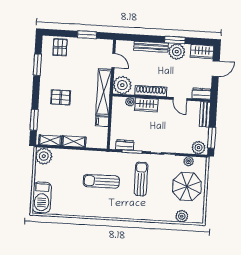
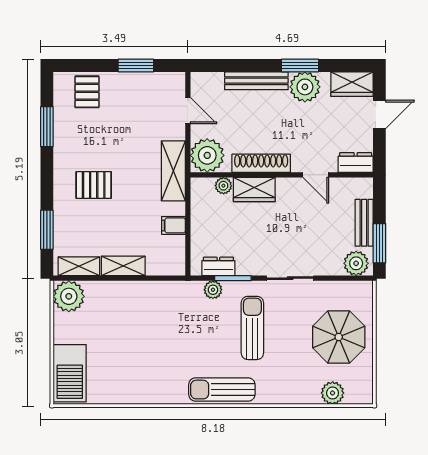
shelving: (104, 92) -> (173, 171), width x0.68
bench: (205, 114) -> (364, 223), moved
plant: (189, 161) -> (213, 290), moved
sun lounger: (101, 181) -> (222, 390), moved

